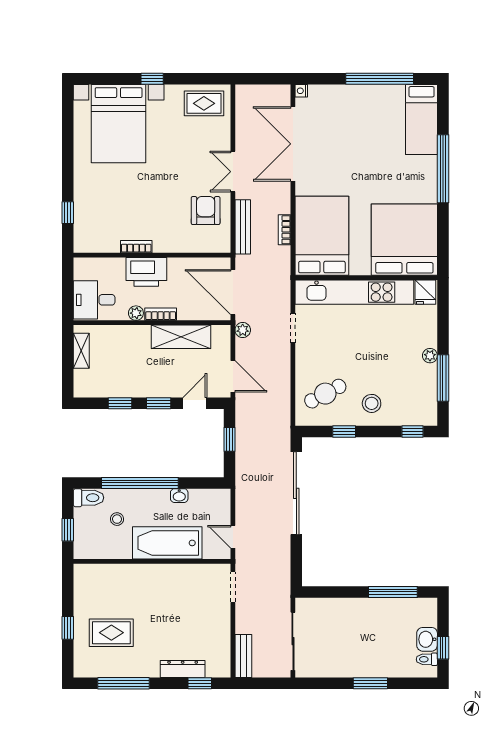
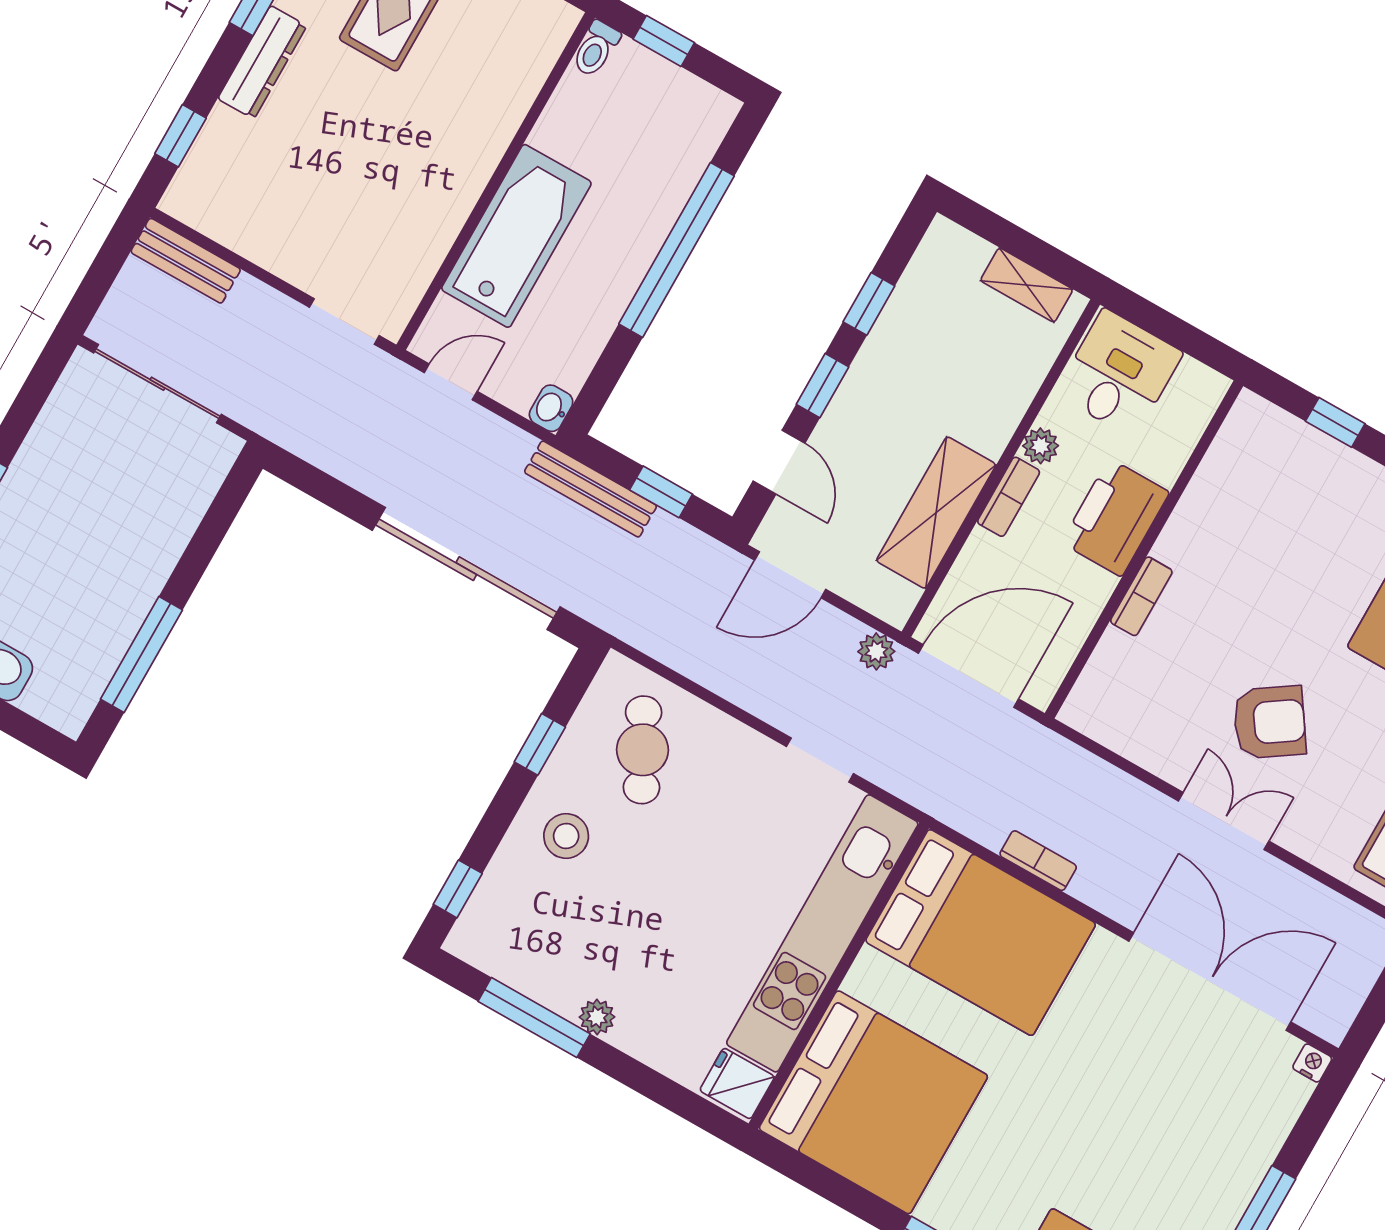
armchair: (206, 211) -> (1270, 722), moved, turned -34
bench: (243, 227) -> (590, 489), moved
bookcase: (136, 247) -> (1141, 596), moved
washbasin: (179, 496) -> (551, 408), moved
toilet: (88, 498) -> (596, 49), moved, width x0.73, depth x0.72
stool: (117, 519) -> (627, 158), removed
dresser: (183, 669) -> (262, 62), moved

